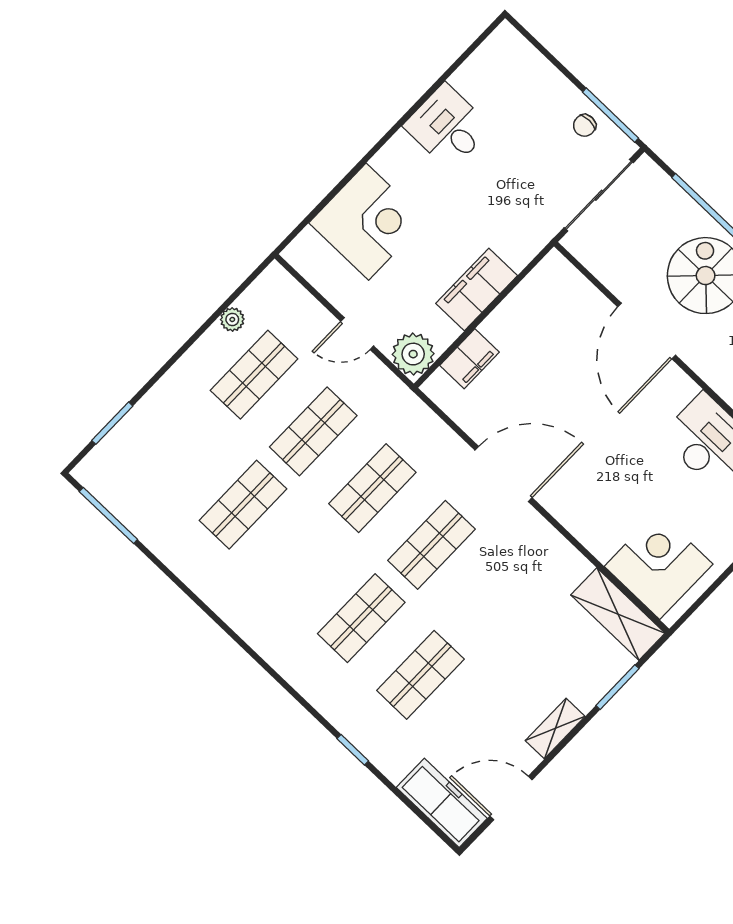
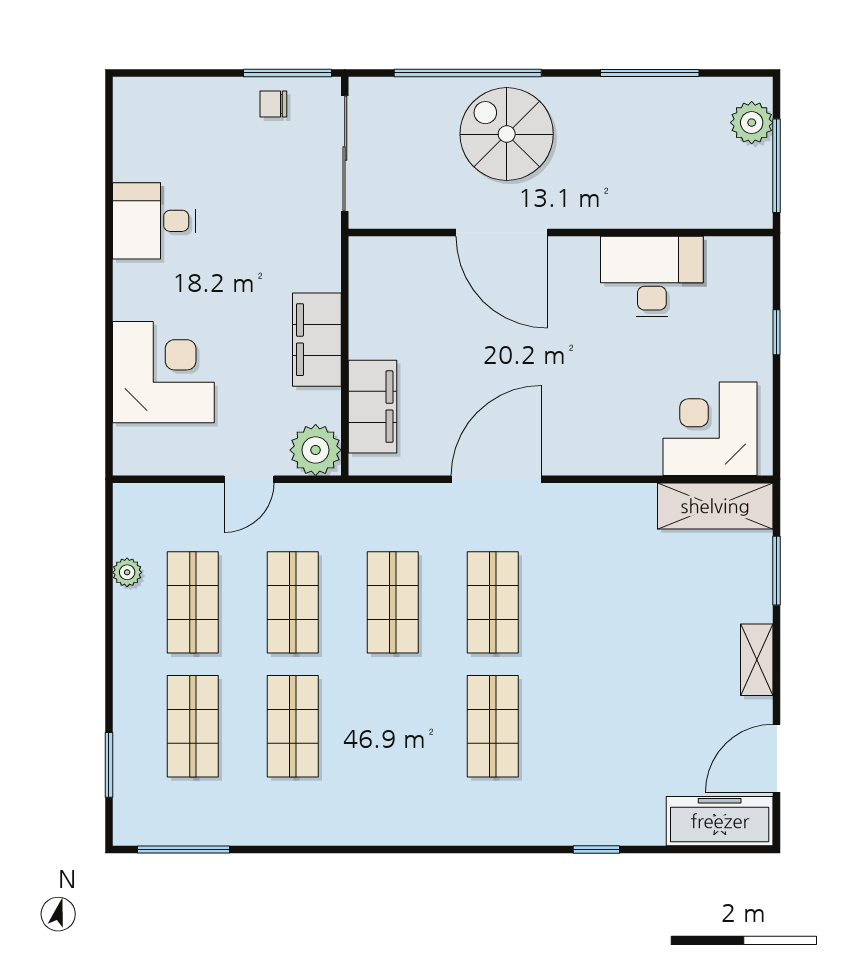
chair: (585, 125) -> (273, 104), turned 90
filing cabinet: (469, 359) -> (373, 407), width x1.50, depth x1.17
shop shelf: (420, 675) -> (193, 726), moved

